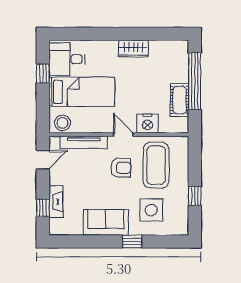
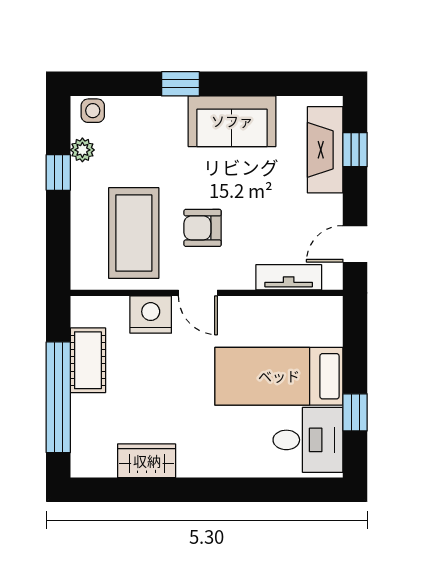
wardrobe: (133, 49) -> (147, 461), moved
stool: (63, 123) -> (317, 316), removed
tv unit: (84, 143) -> (289, 277), width x0.71
fireplace: (56, 202) -> (325, 150), width x1.37, depth x1.32
plant: (182, 208) -> (82, 150), added
side table: (151, 210) -> (93, 111), moved, width x0.54, depth x0.54

